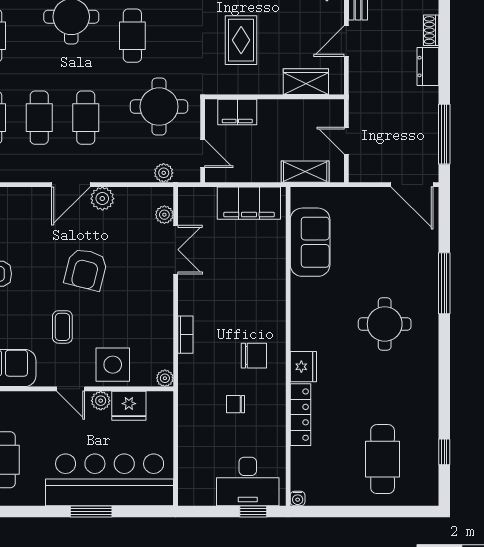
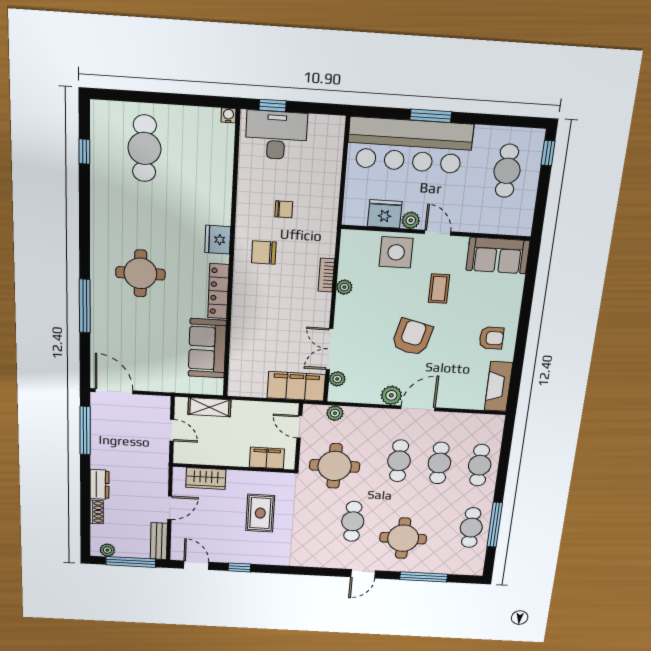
filing cabinet: (249, 203) -> (296, 386), moved
plant: (165, 378) -> (344, 287), moved
locker: (300, 415) -> (218, 291), moved

